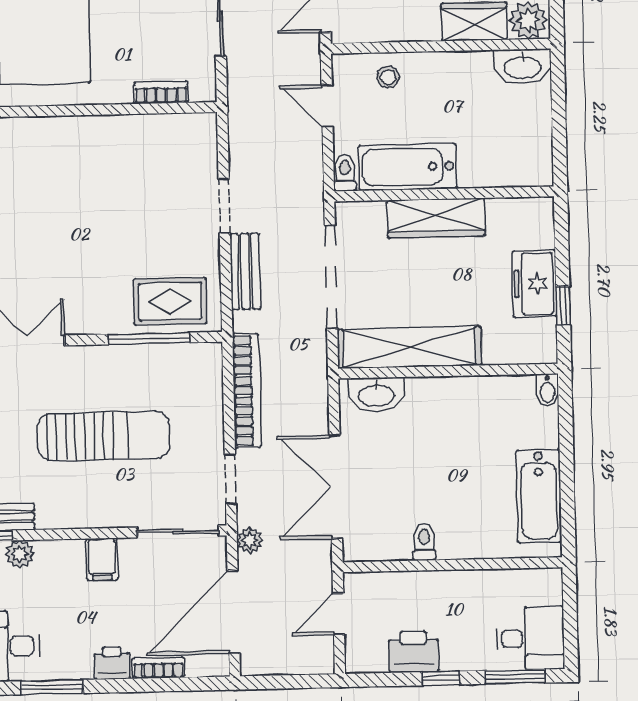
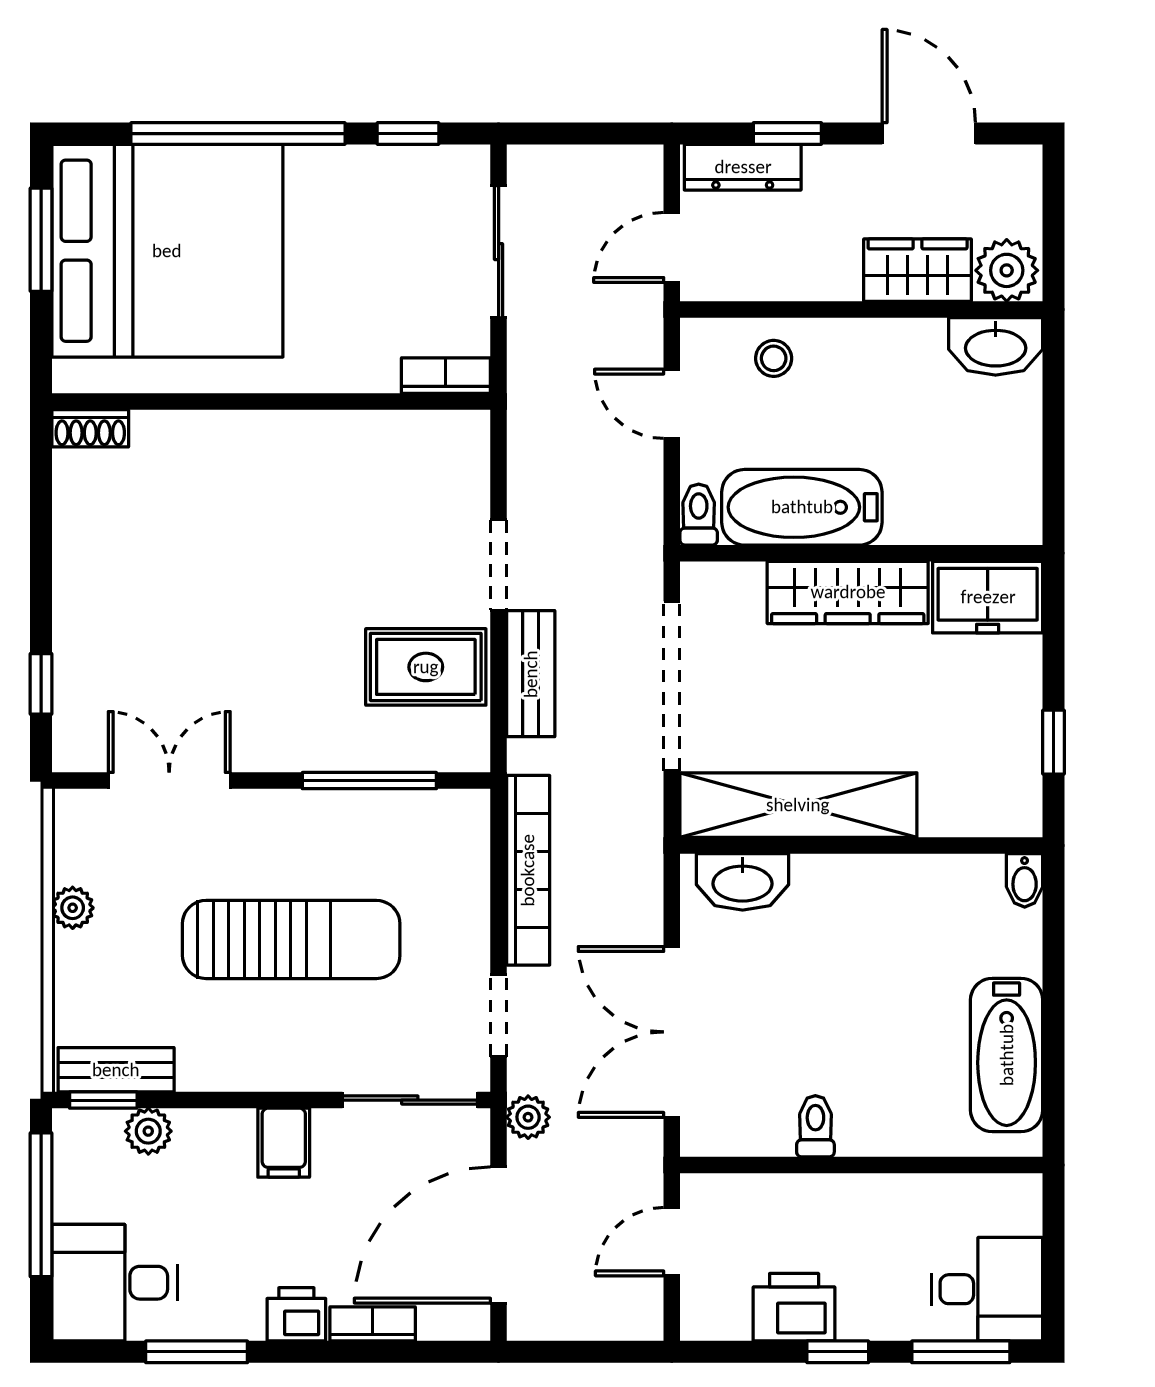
bookcase: (161, 93) -> (446, 376), moved
freezer: (534, 284) -> (988, 597), moved, turned -90
rug: (170, 301) -> (426, 667), moved

